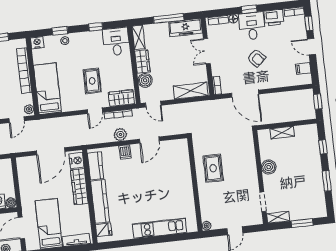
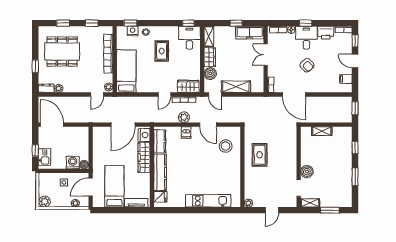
window: (169, 18) -> (236, 23), width x0.46
window: (96, 27) -> (188, 23), moved
window: (60, 31) -> (130, 23), moved
nightstand: (37, 43) -> (132, 31), moved
rug: (92, 81) -> (162, 51), moved
shelving: (191, 91) -> (236, 87), moved
door: (149, 140) -> (208, 125), hinge flipped
stool: (173, 162) -> (226, 146), added
boiler: (269, 167) -> (307, 172), moved

